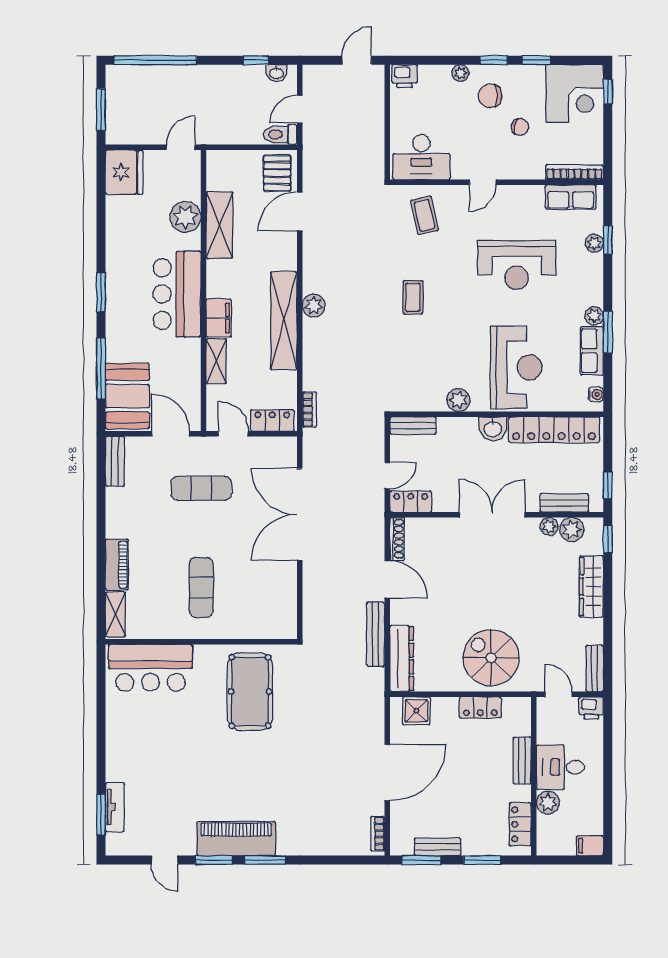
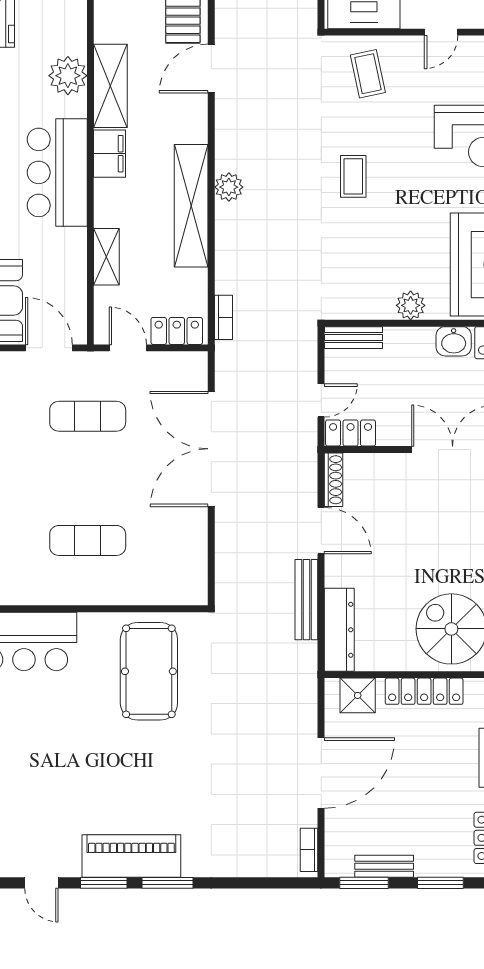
filing cabinet: (219, 318) -> (110, 154), moved
exercise mat: (201, 587) -> (88, 540), turned 90
locker: (480, 707) -> (424, 691), width x1.53

